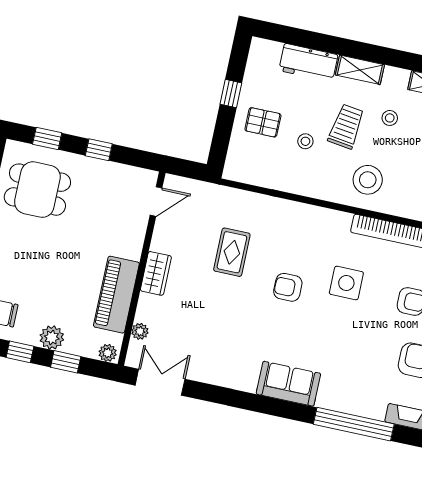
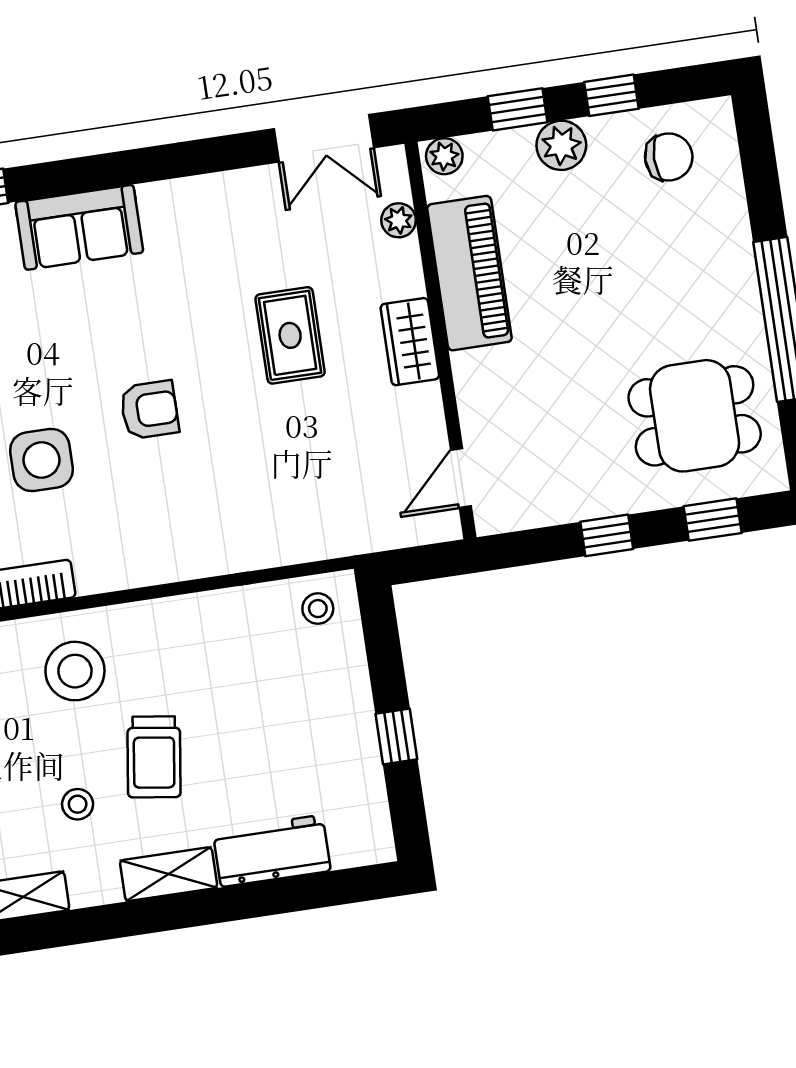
pallet: (263, 122) -> (315, 705), removed
stool: (305, 141) -> (318, 609), moved
rug: (232, 252) -> (290, 335), moved

